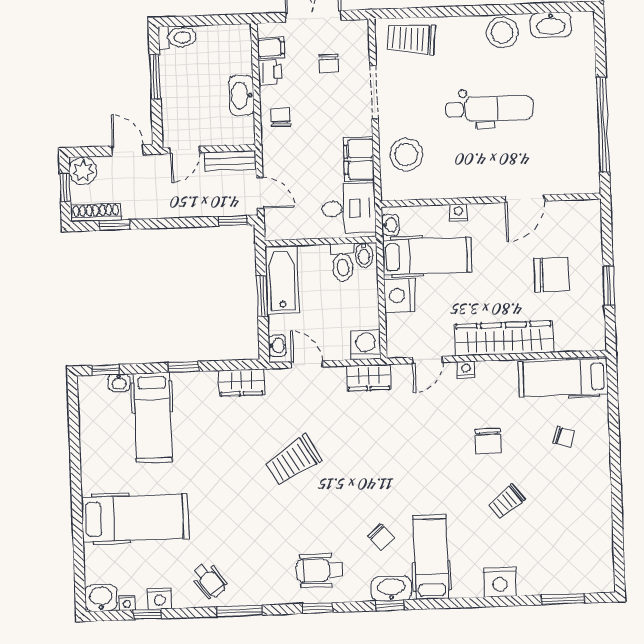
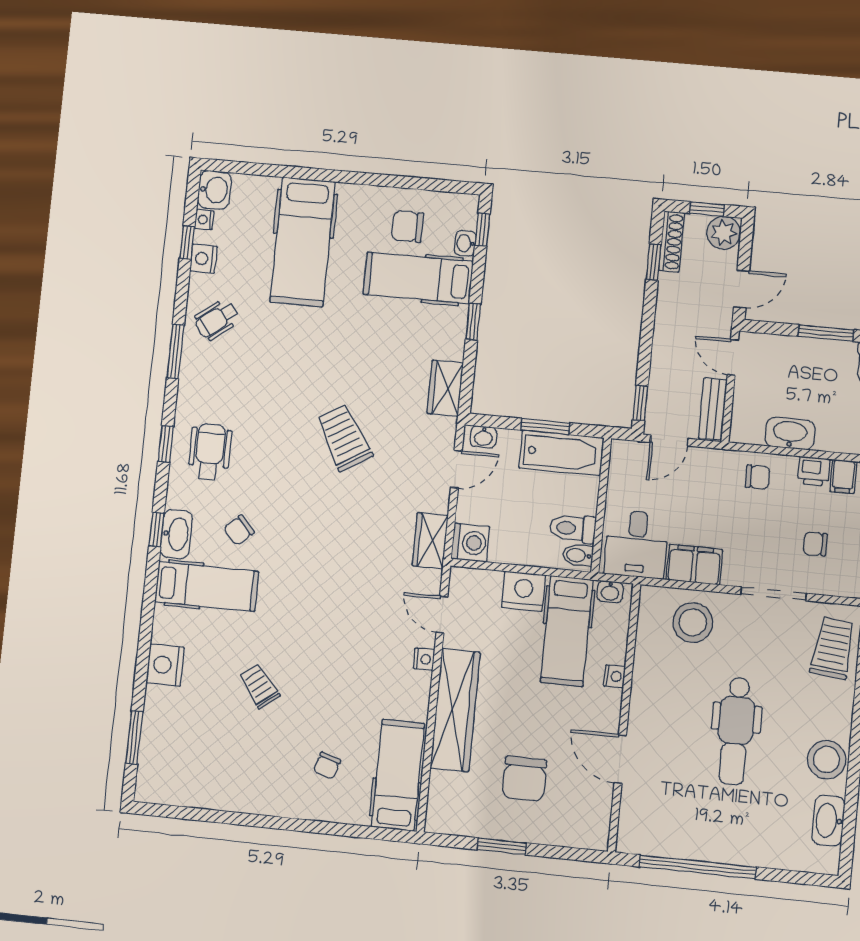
chair: (488, 441) -> (408, 227), moved

